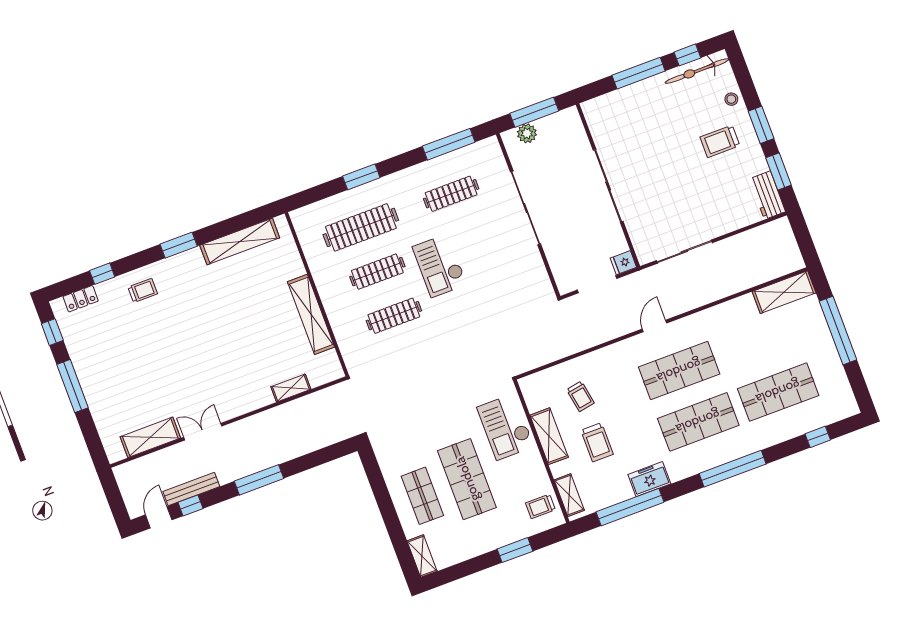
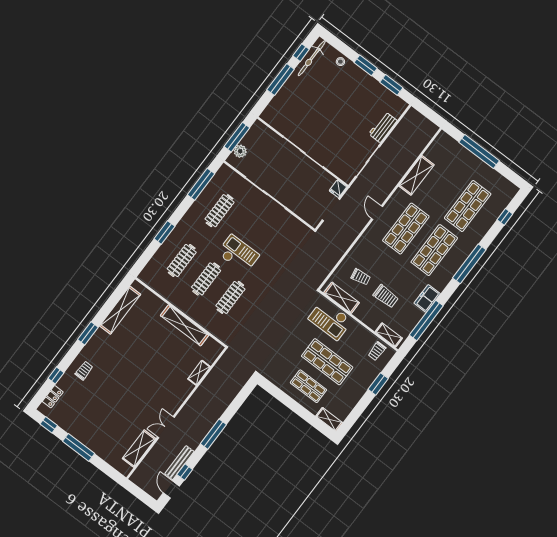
trolley: (720, 141) -> (349, 89), removed
workbench: (767, 195) -> (383, 127), moved, turned 90
clothes rail: (361, 227) -> (182, 260), width x0.73, depth x0.76
checkout: (440, 266) -> (238, 254), turned 180
shelving: (784, 292) -> (416, 175), moved
shelving: (549, 436) -> (342, 298), moved

